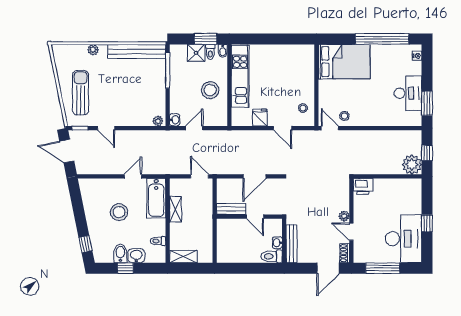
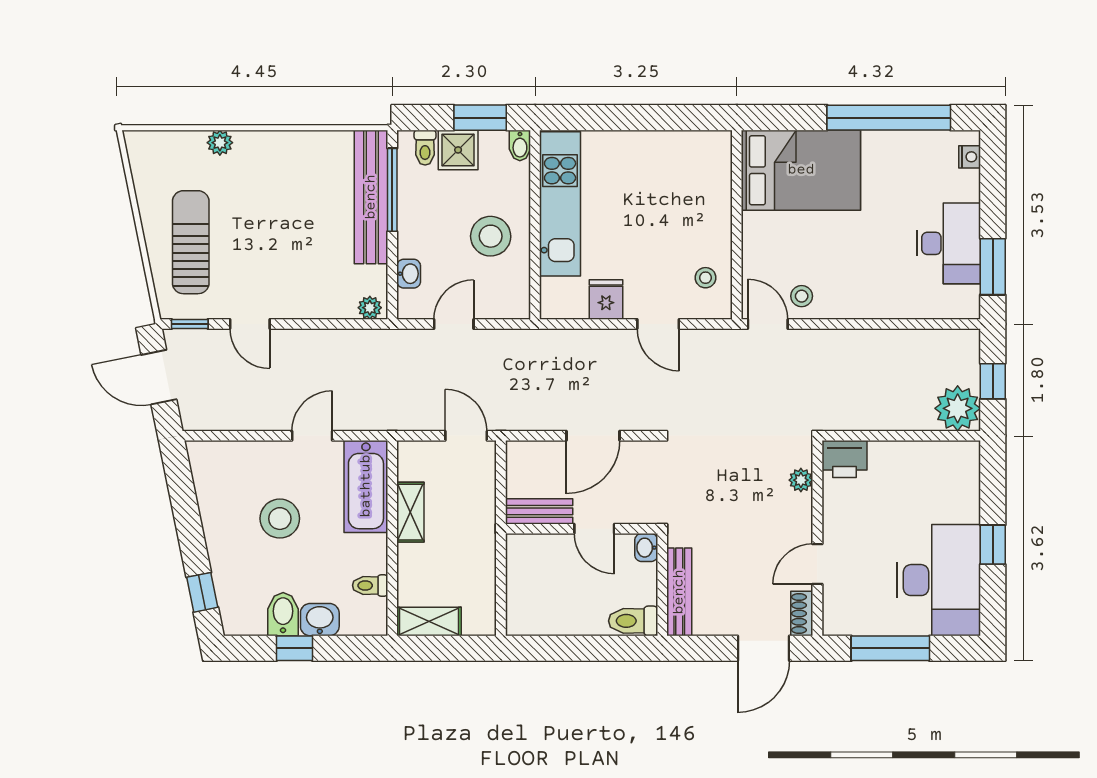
bench: (137, 51) -> (371, 197), moved, turned 90
toilet: (210, 52) -> (425, 148), moved
washbasin: (175, 120) -> (409, 274), moved
plant: (344, 216) -> (801, 480), moved
door: (351, 232) -> (817, 564), hinge flipped
washbasin: (277, 243) -> (646, 548), moved

